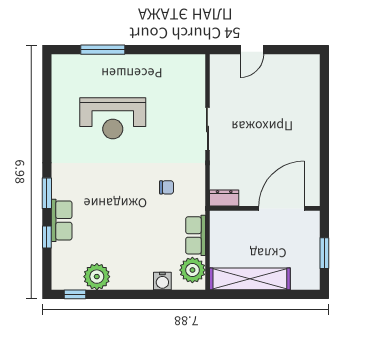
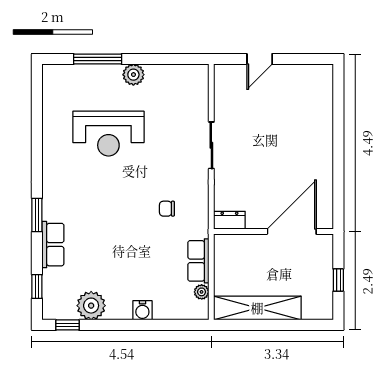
plant: (136, 64) -> (133, 75), added
chair: (167, 187) -> (167, 209), turned 180
window: (47, 237) -> (37, 286), moved
window: (324, 253) -> (338, 280), width x0.67
plant: (192, 270) -> (202, 292), width x0.53, depth x0.53
water cooler: (162, 281) -> (142, 310), moved

